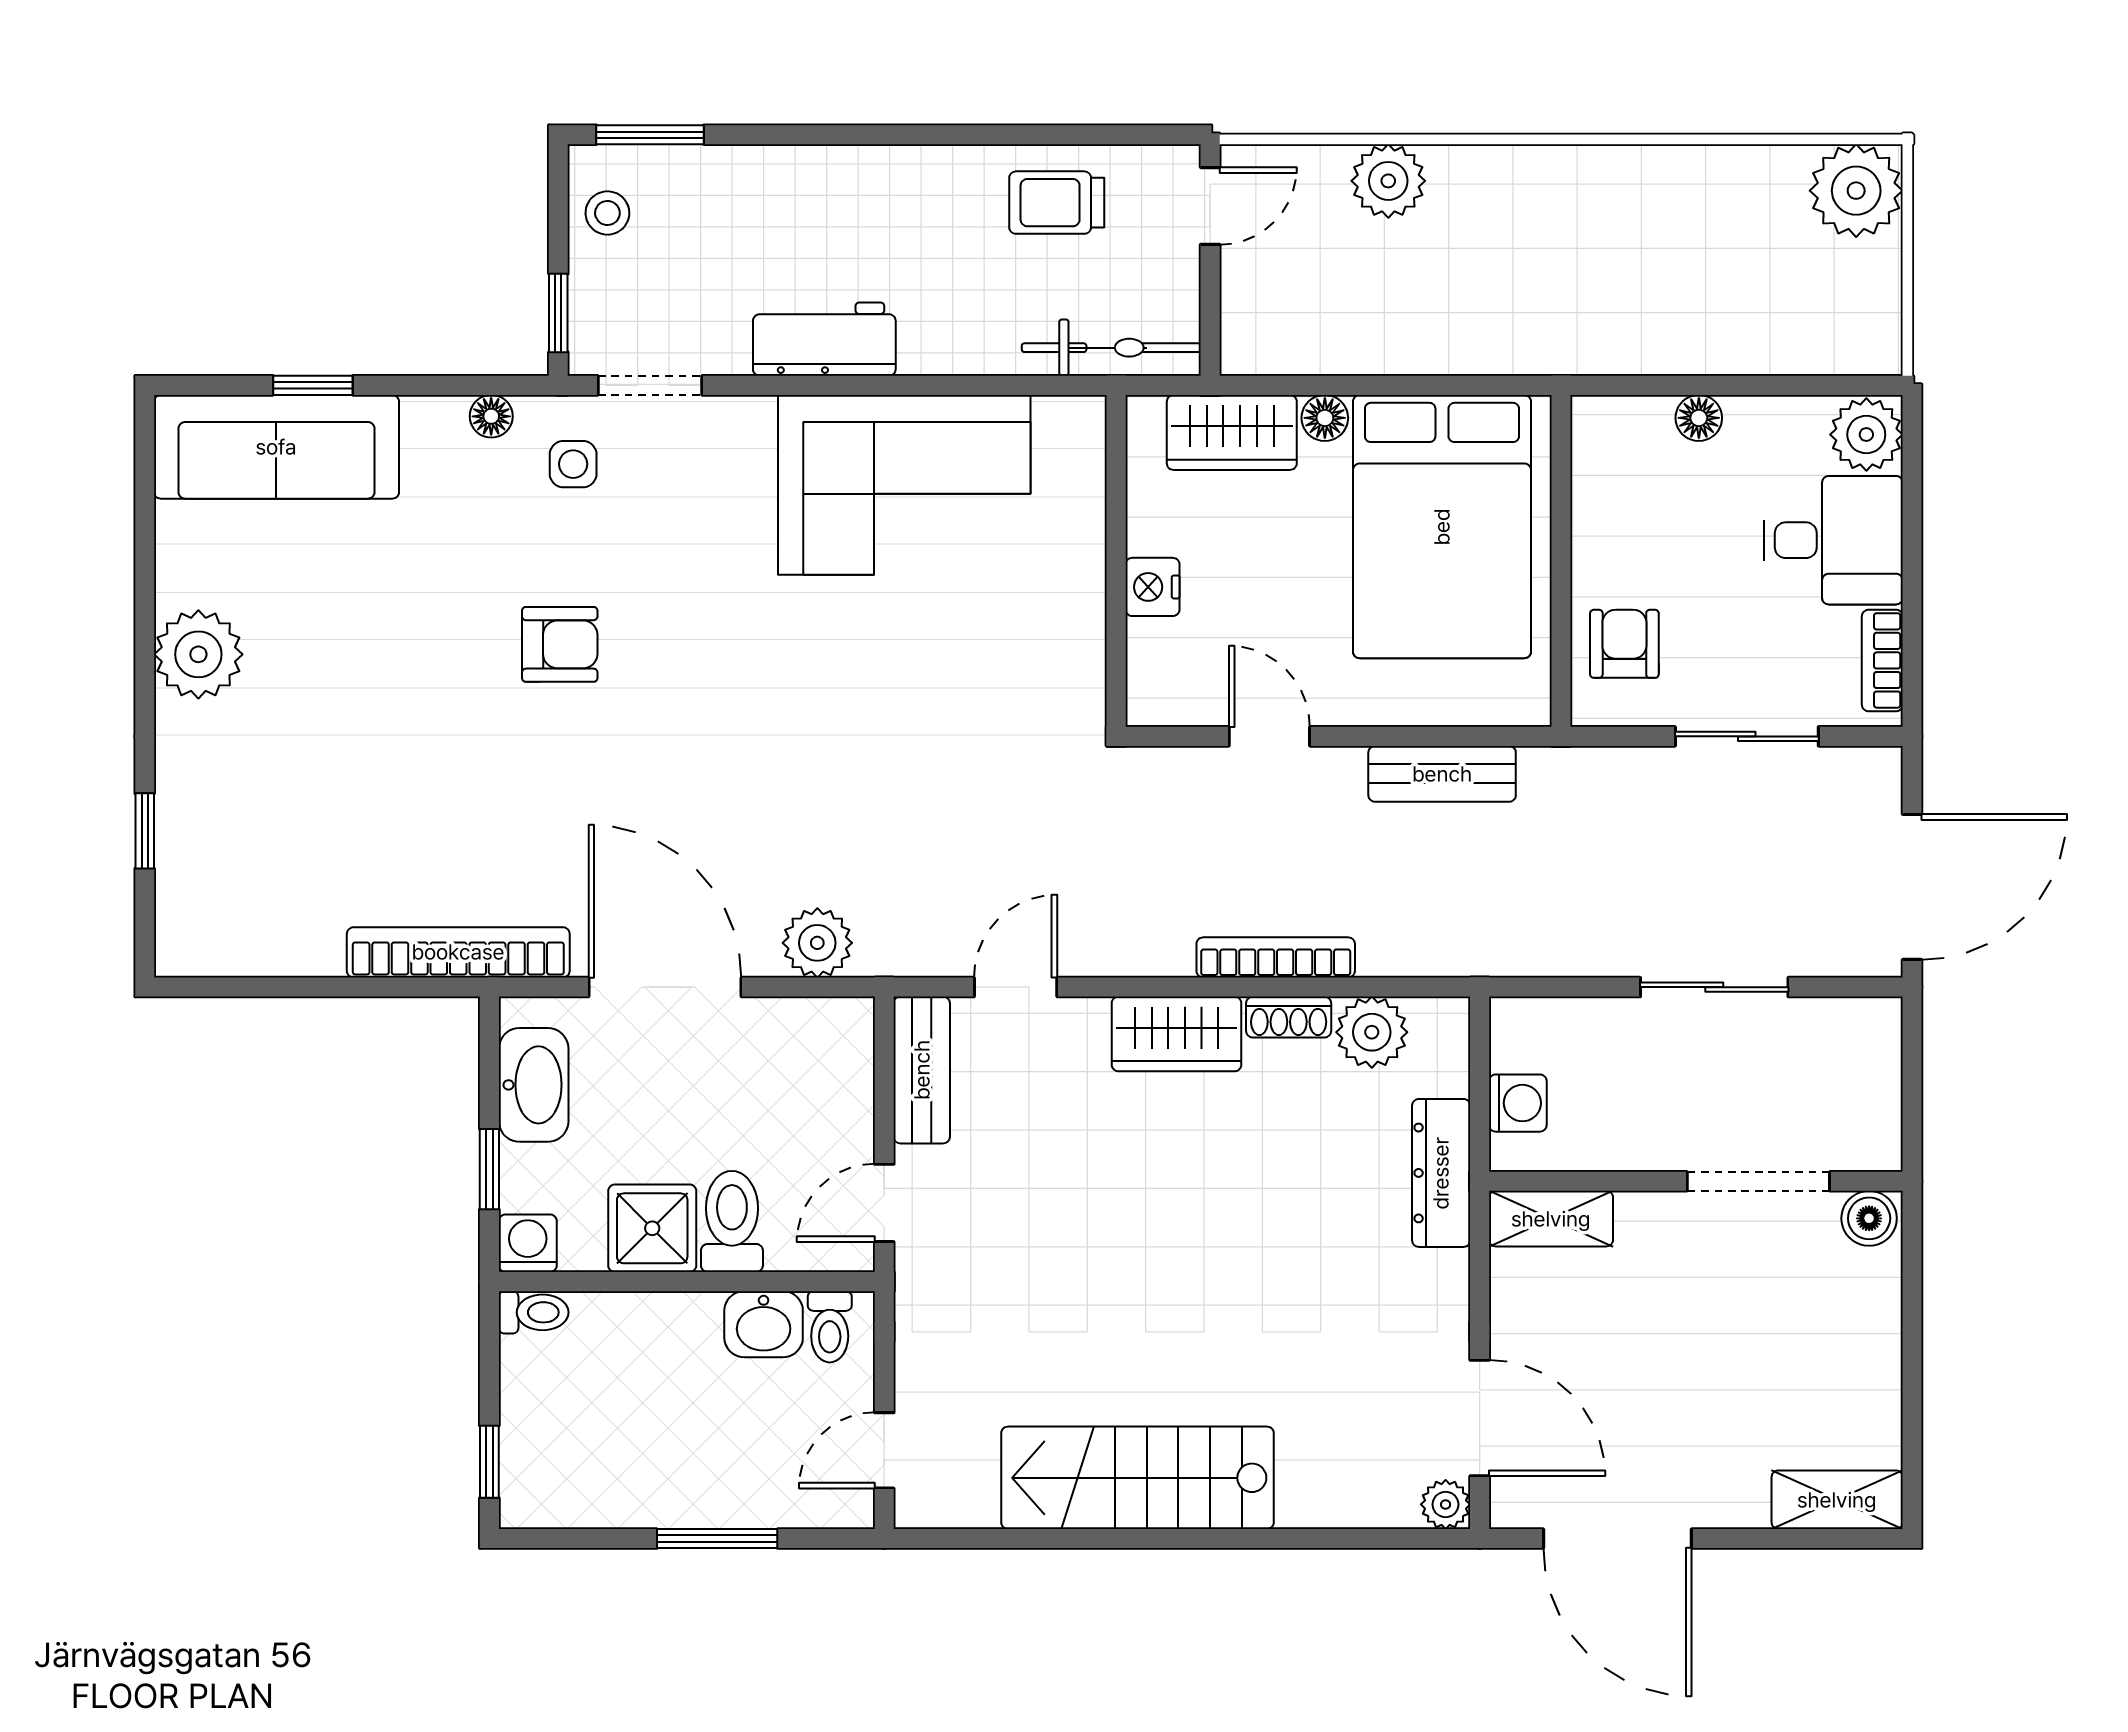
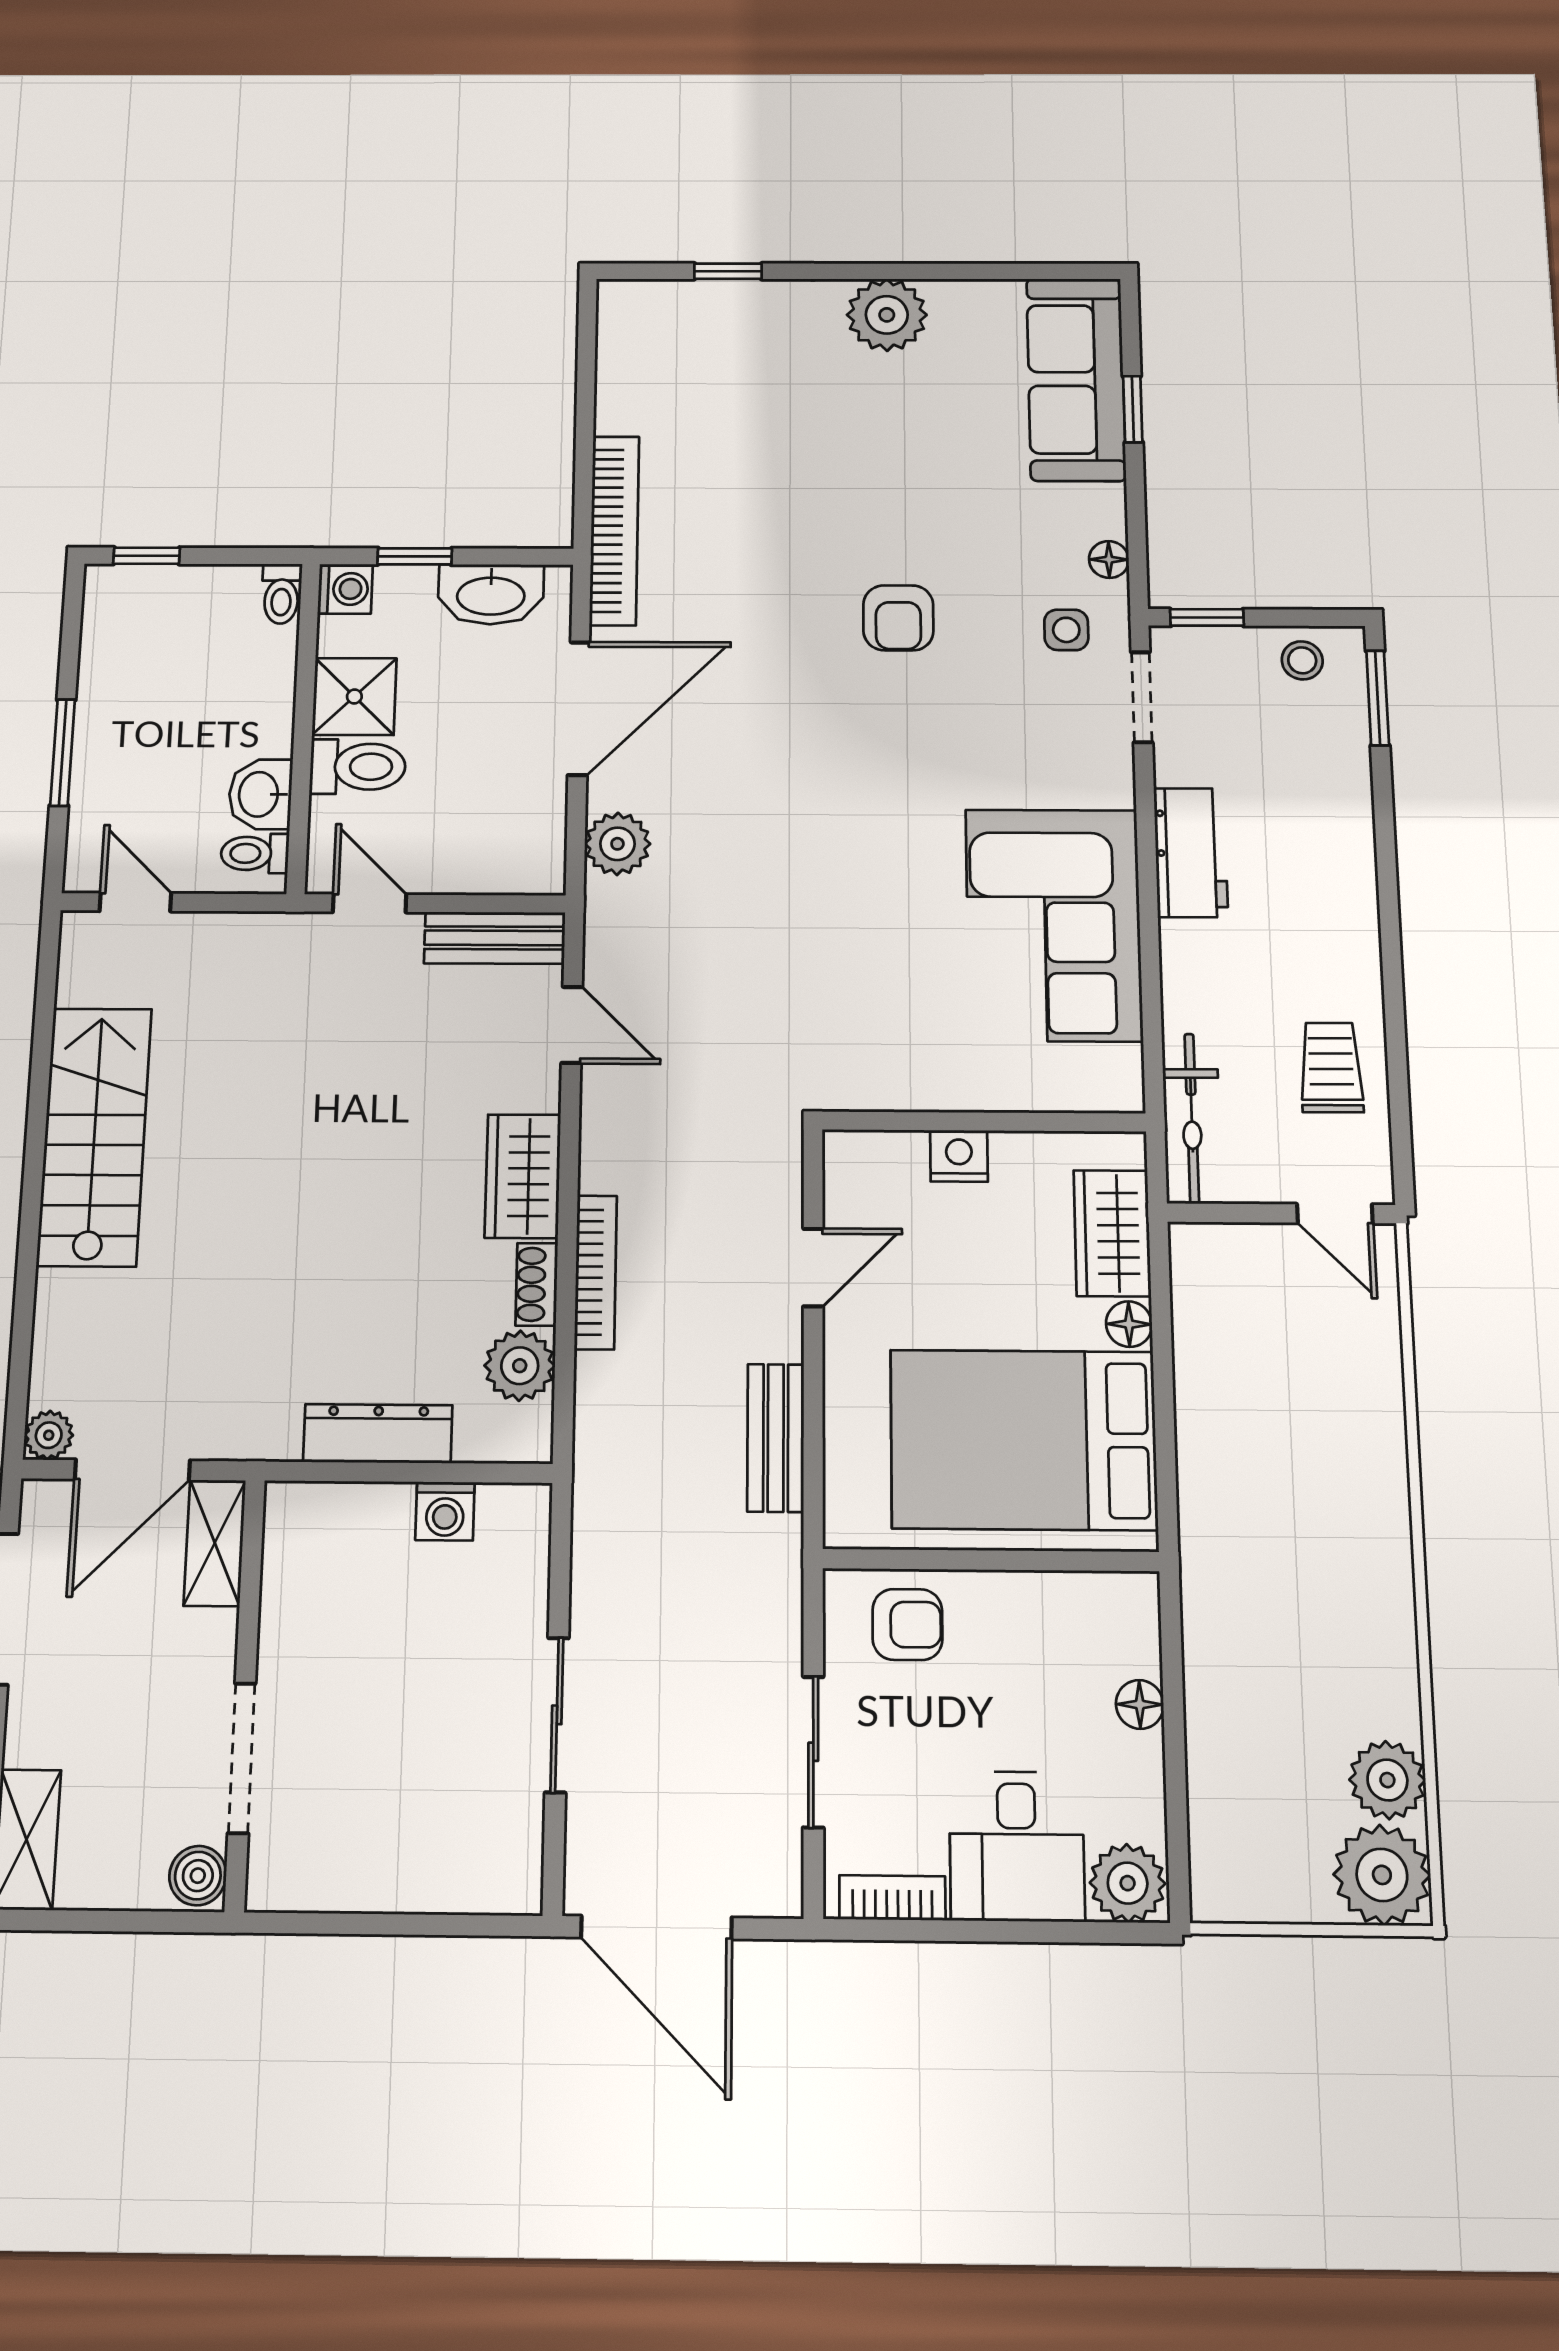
plant: (1388, 181) -> (1387, 1780), moved
wall: (1696, 1181) -> (245, 1692), moved
doorway: (1758, 1181) -> (242, 1758), moved
boiler: (1869, 1218) -> (198, 1876), moved
shelving: (1551, 1219) -> (215, 1543), moved

